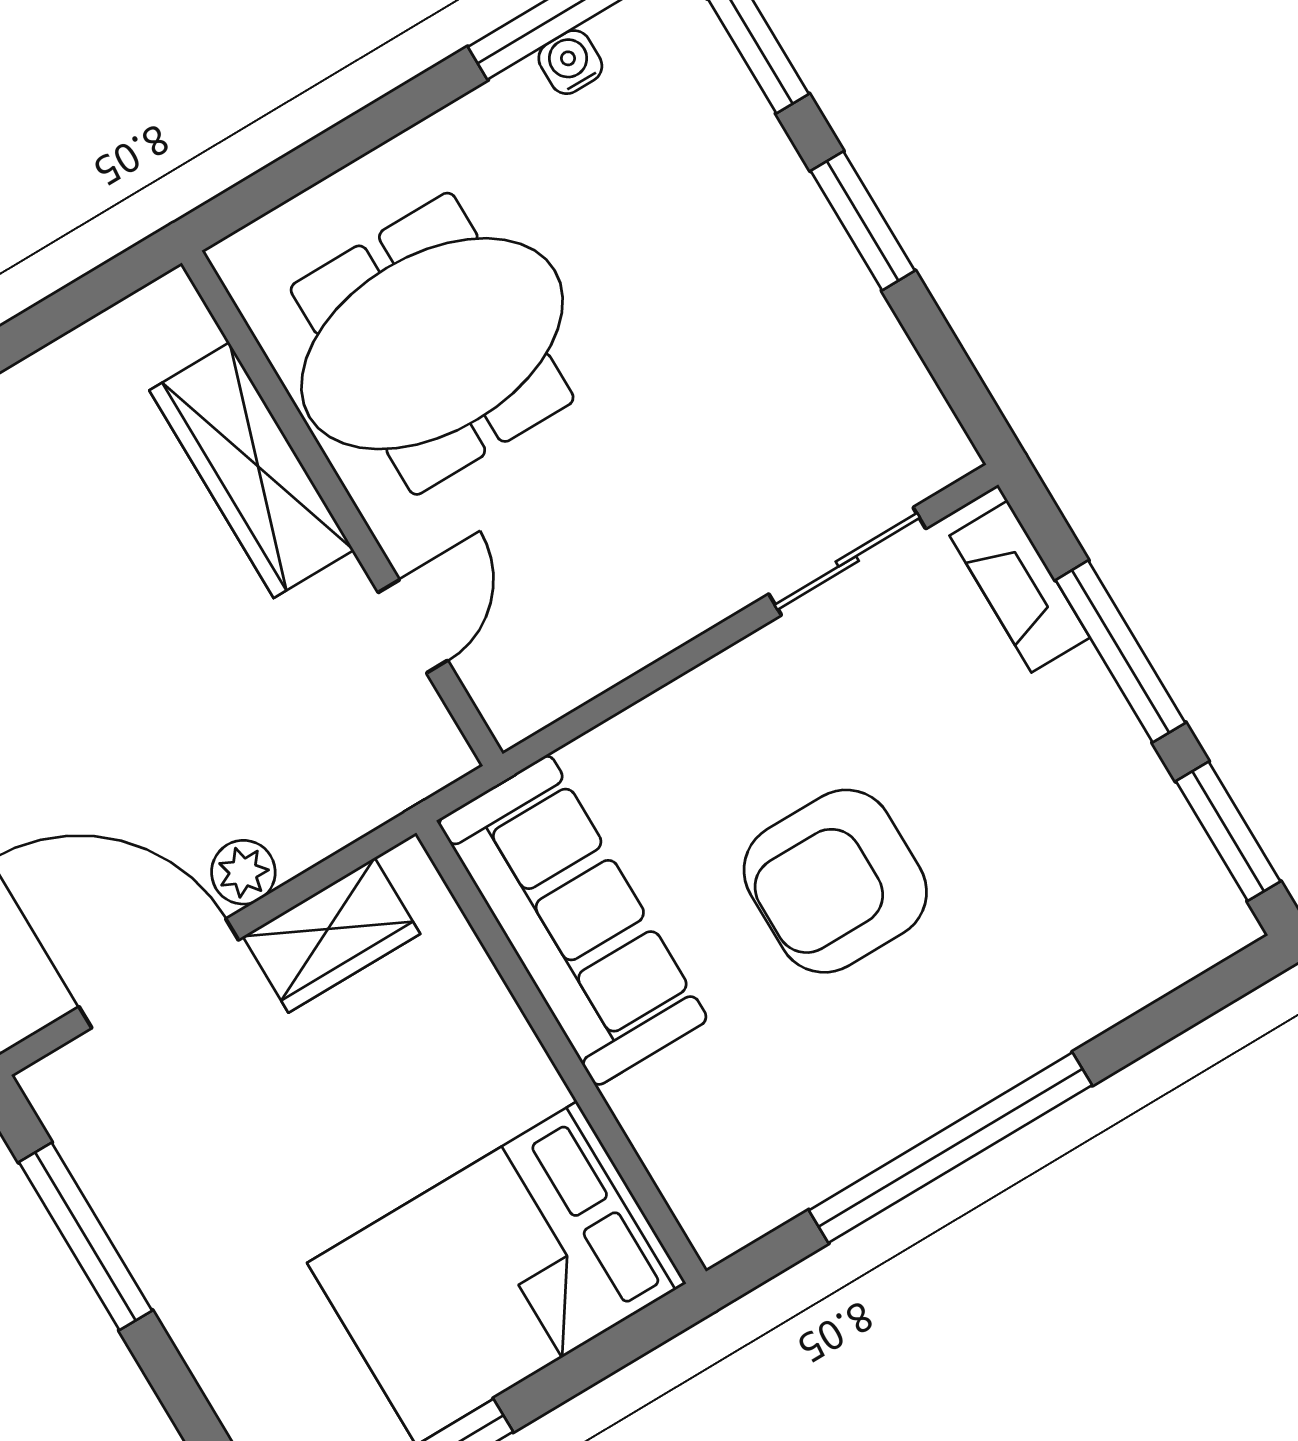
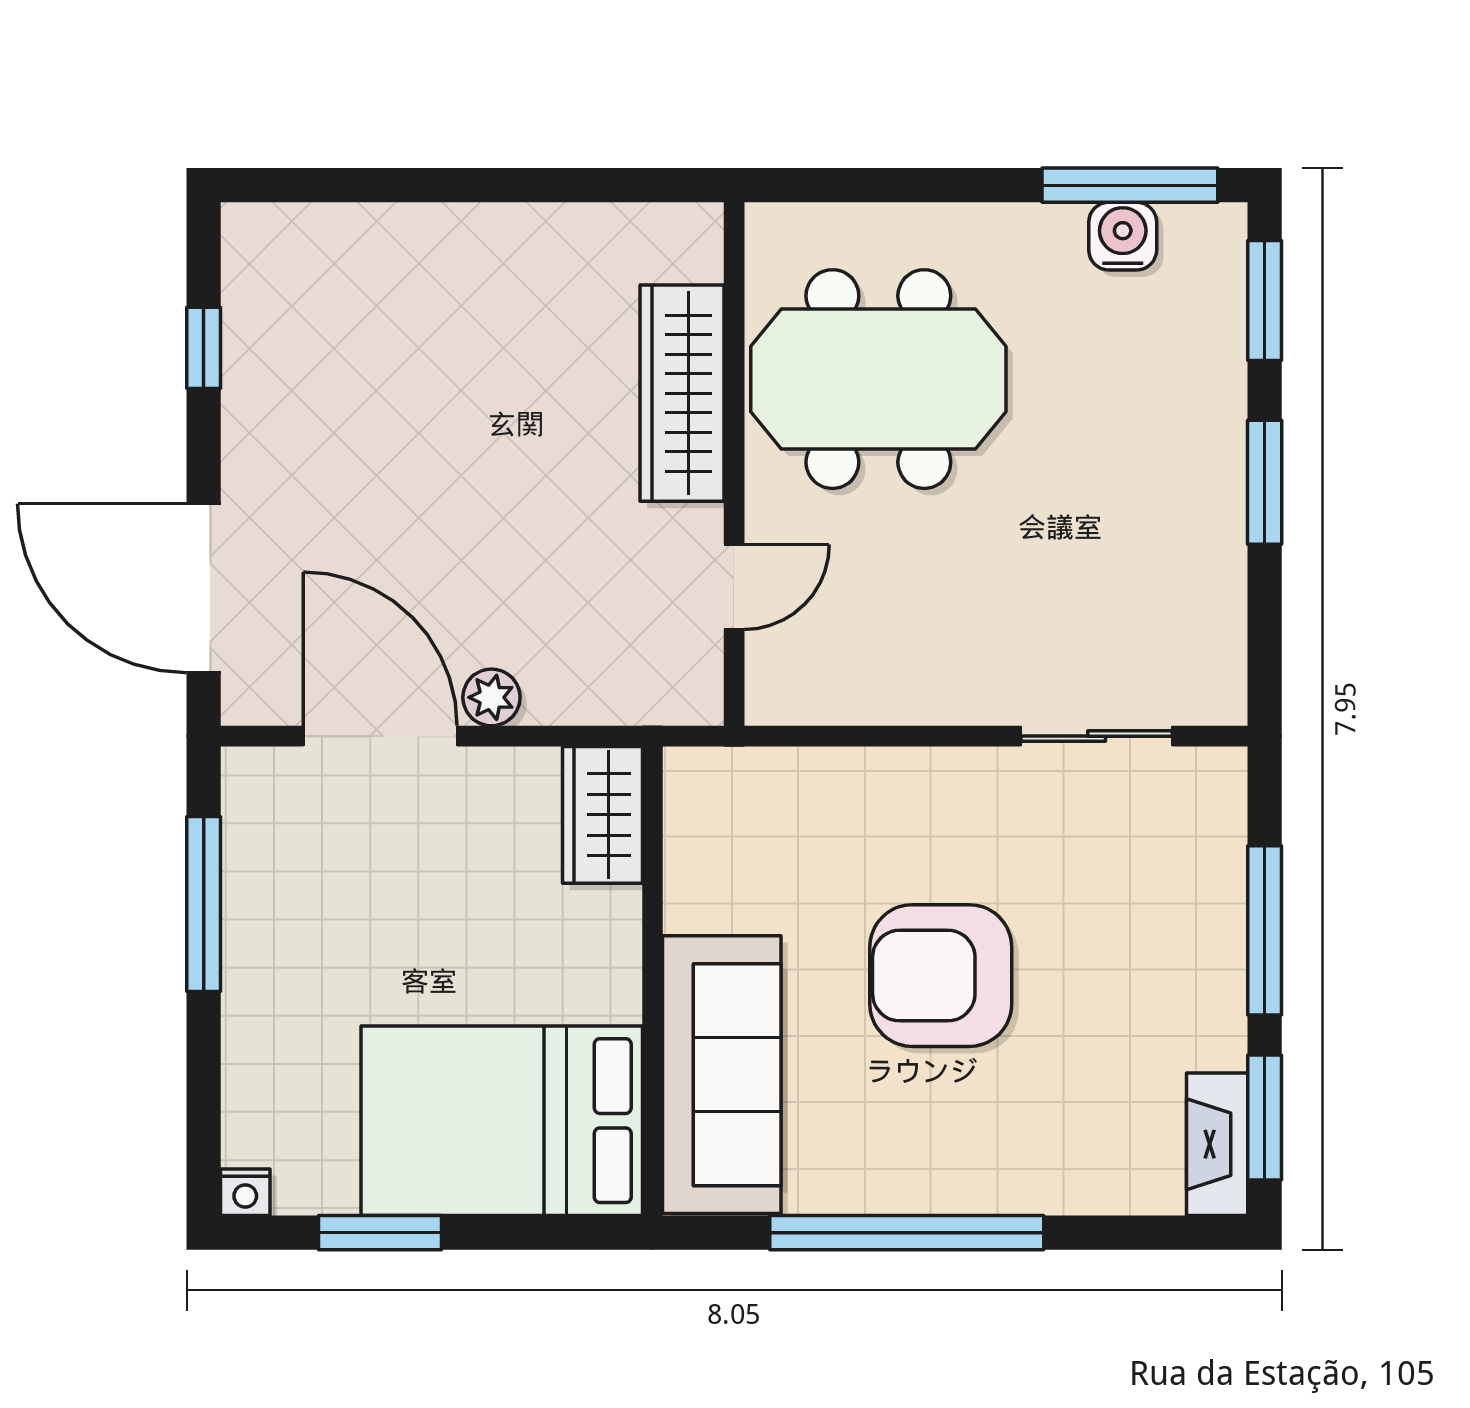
water cooler: (570, 62) -> (1123, 236), width x1.38, depth x1.38
fireplace: (1020, 587) -> (1217, 1144), moved
sofa: (573, 920) -> (722, 1075), moved
wardrobe: (332, 935) -> (602, 815), moved, turned 90

